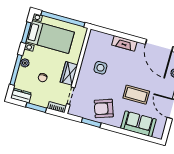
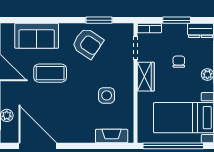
fireplace: (124, 43) -> (112, 136), moved
armchair: (104, 109) -> (88, 43), turned 53

